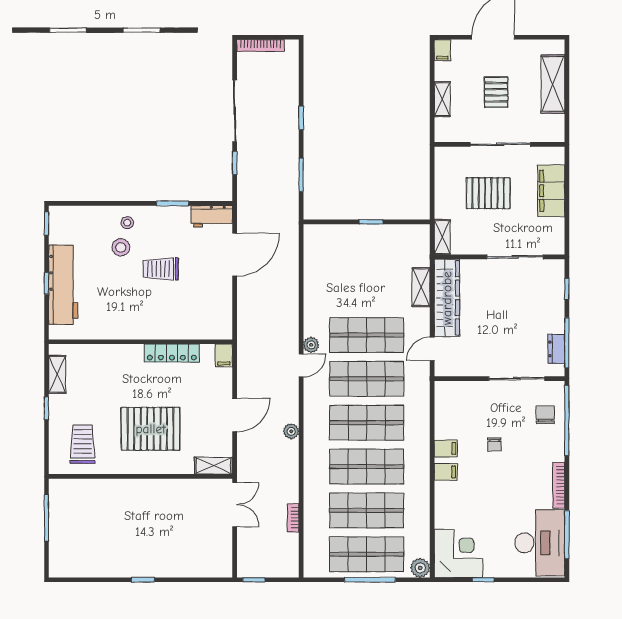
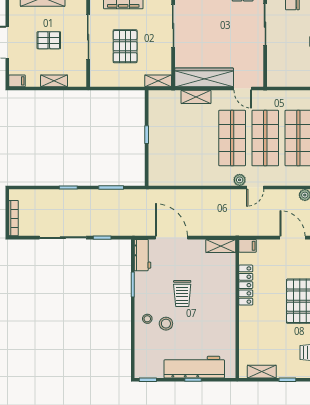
shelving: (224, 320) -> (221, 246), added
door: (301, 365) -> (255, 187), swing flipped

